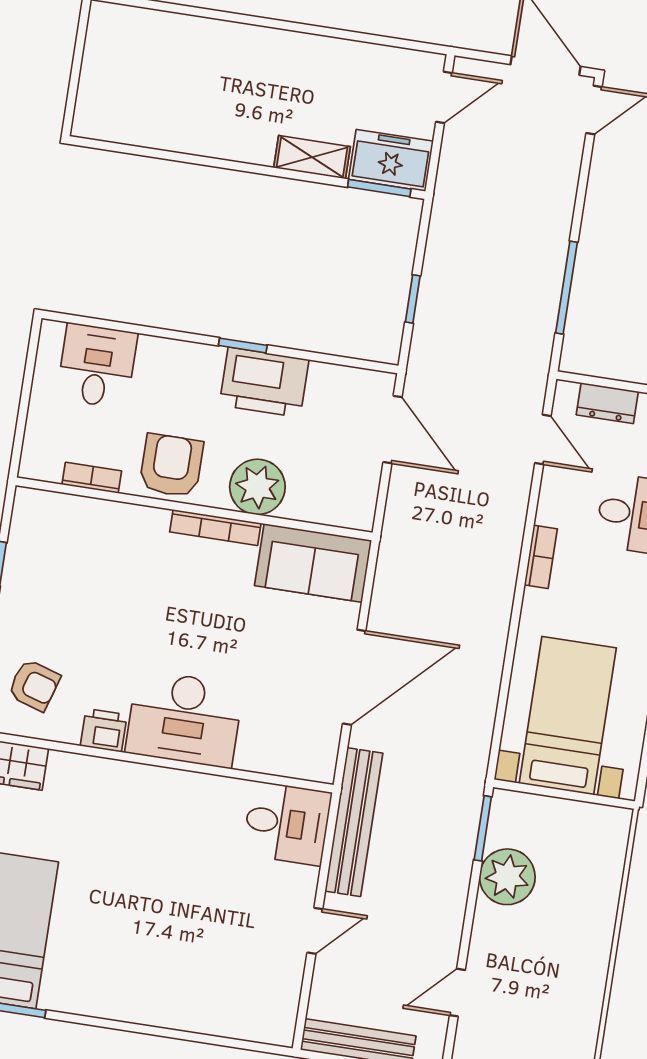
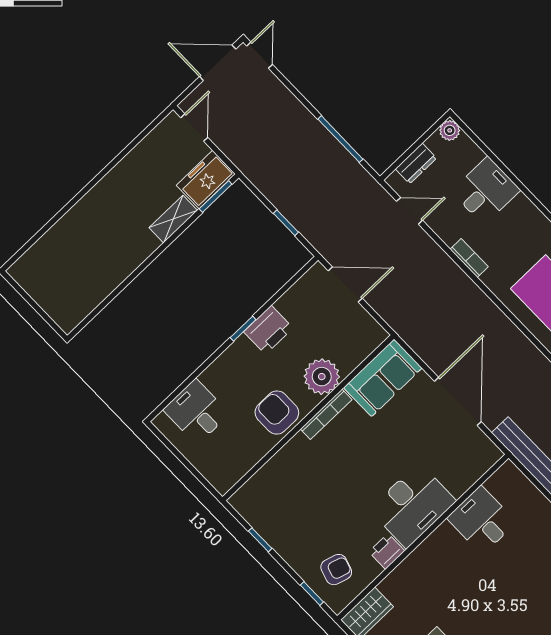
printer: (264, 382) -> (268, 330), width x0.73, depth x0.84
bookcase: (92, 478) -> (252, 458), removed
desk: (287, 823) -> (482, 520), moved, turned -90

